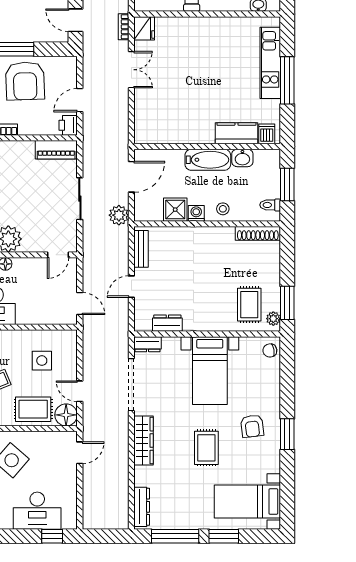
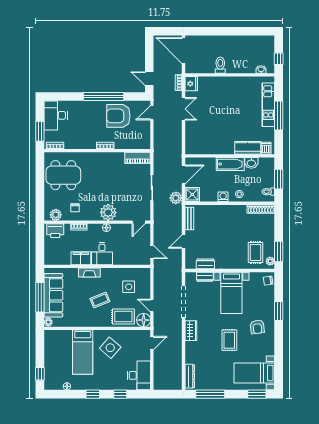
armchair: (25, 81) -> (118, 116), turned 92
door: (80, 100) -> (152, 113), moved
printer: (68, 125) -> (145, 143), removed
shower: (175, 210) -> (192, 195), moved
dresser: (148, 344) -> (205, 277), moved
window: (287, 434) -> (279, 311), moved
wardrobe: (144, 441) -> (191, 331), width x0.67
desk: (37, 511) -> (139, 375), moved, turned -90
window: (52, 536) -> (120, 394), moved
window: (224, 536) -> (257, 394), moved

